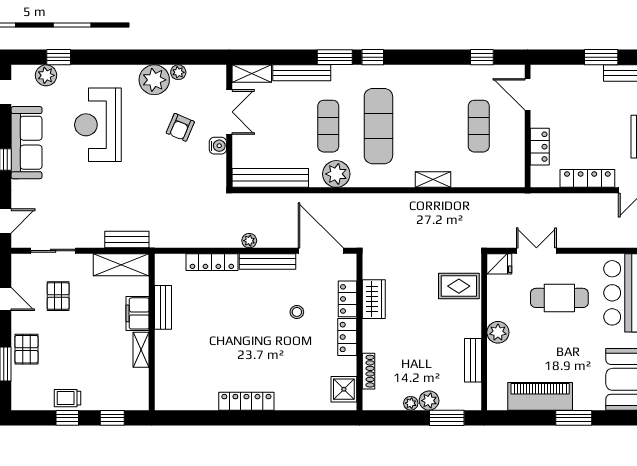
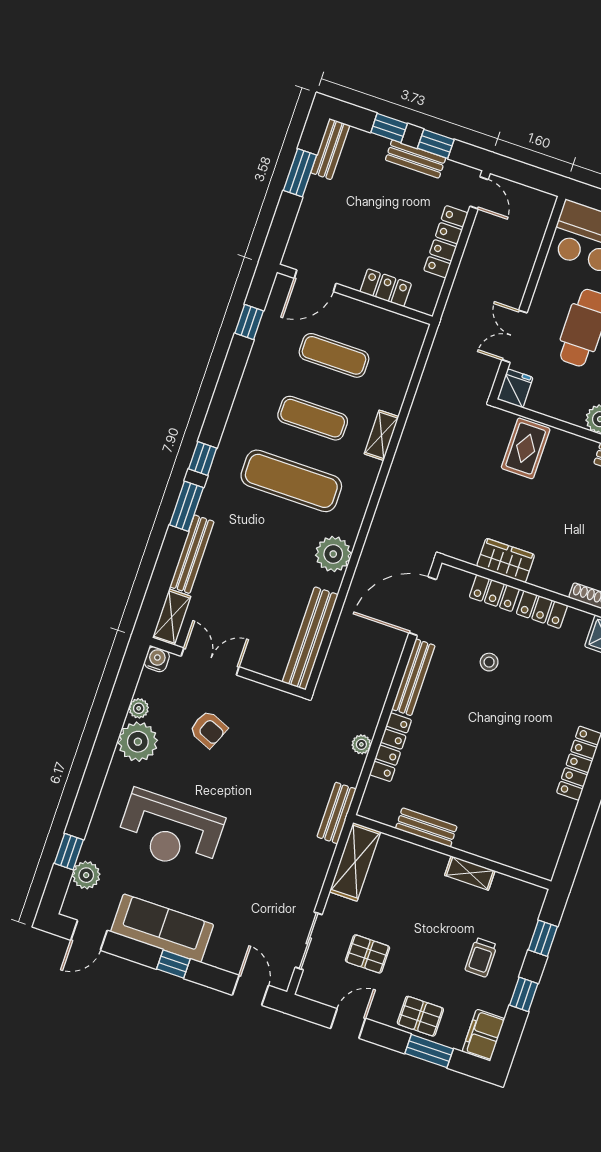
exercise mat: (328, 126) -> (313, 418), moved
water cooler: (218, 146) -> (157, 659), moved
bench: (127, 240) -> (337, 813), moved
plant: (249, 241) -> (361, 744), moved
filing cabinet: (138, 313) -> (483, 1035), moved, turned 90
trolley: (67, 398) -> (481, 957), moved

